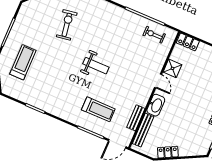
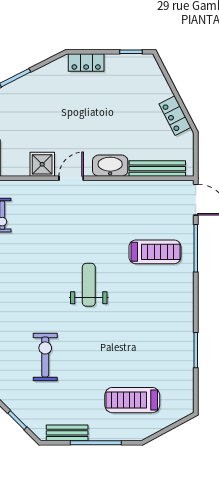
exercise bike: (67, 25) -> (45, 357), turned 99
treadmill: (98, 109) -> (155, 252), turned 90
bench: (136, 118) -> (67, 433), moved

